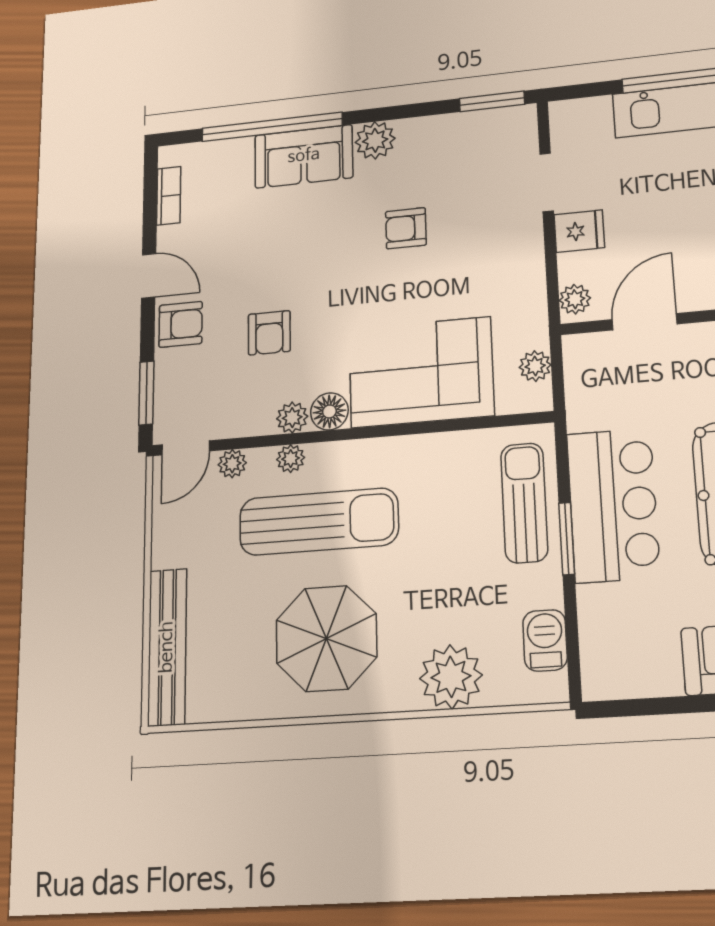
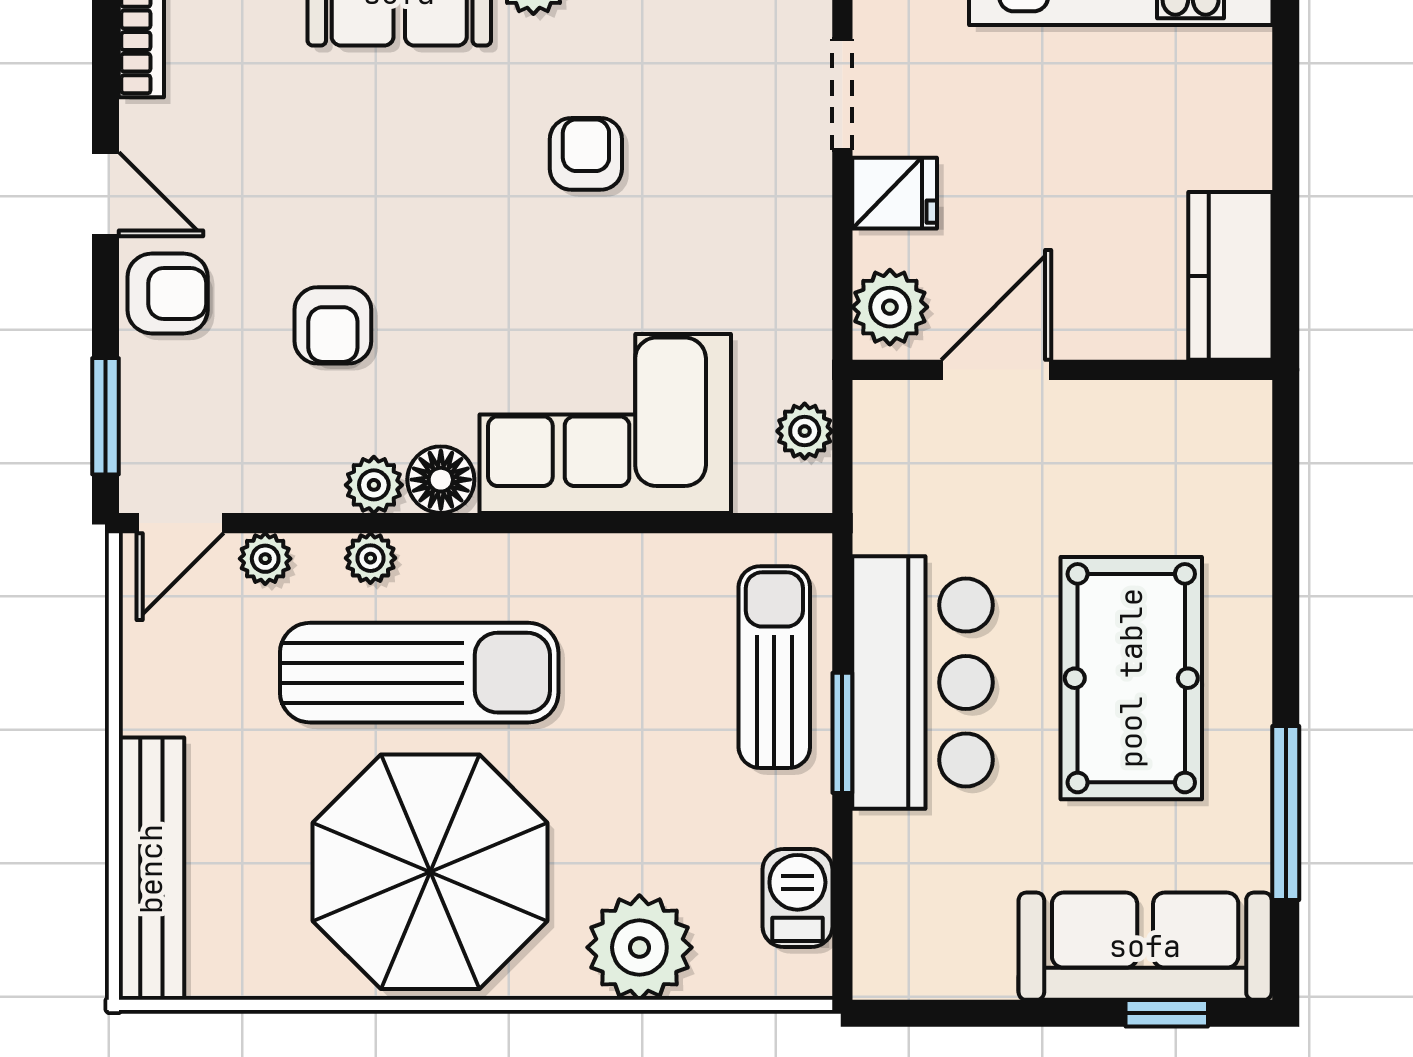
armchair: (406, 228) -> (586, 154), turned 90
plant: (575, 299) -> (890, 307), width x1.38, depth x1.38
parasol: (326, 638) -> (430, 872), width x1.36, depth x1.36

